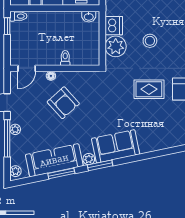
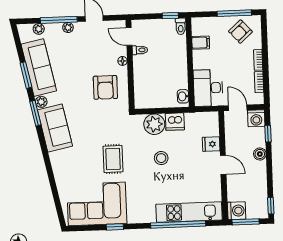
toilet: (65, 58) -> (140, 50), moved
armchair: (63, 103) -> (105, 87), moved, turned -48
plant: (16, 171) -> (39, 29), moved

